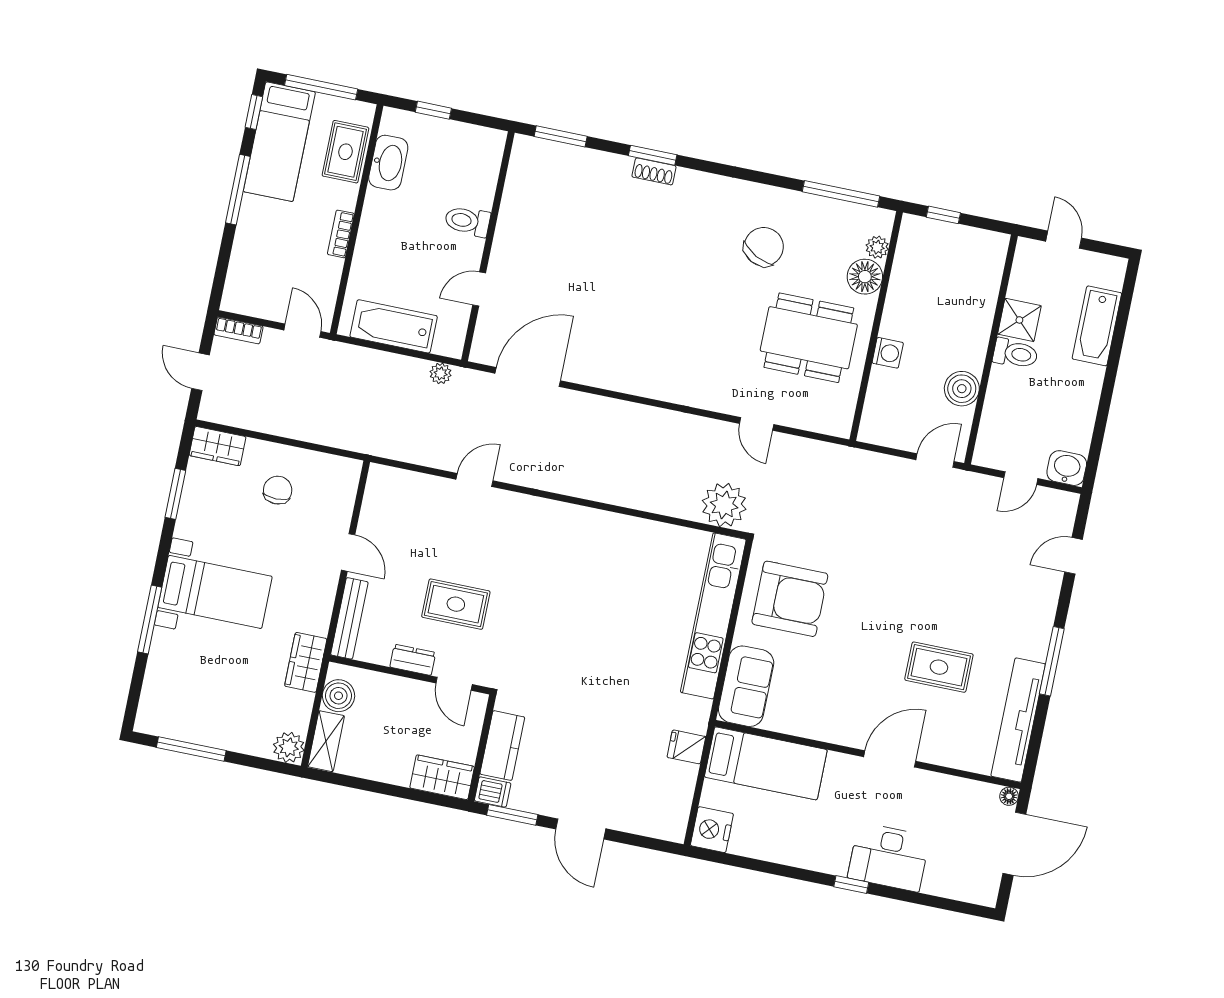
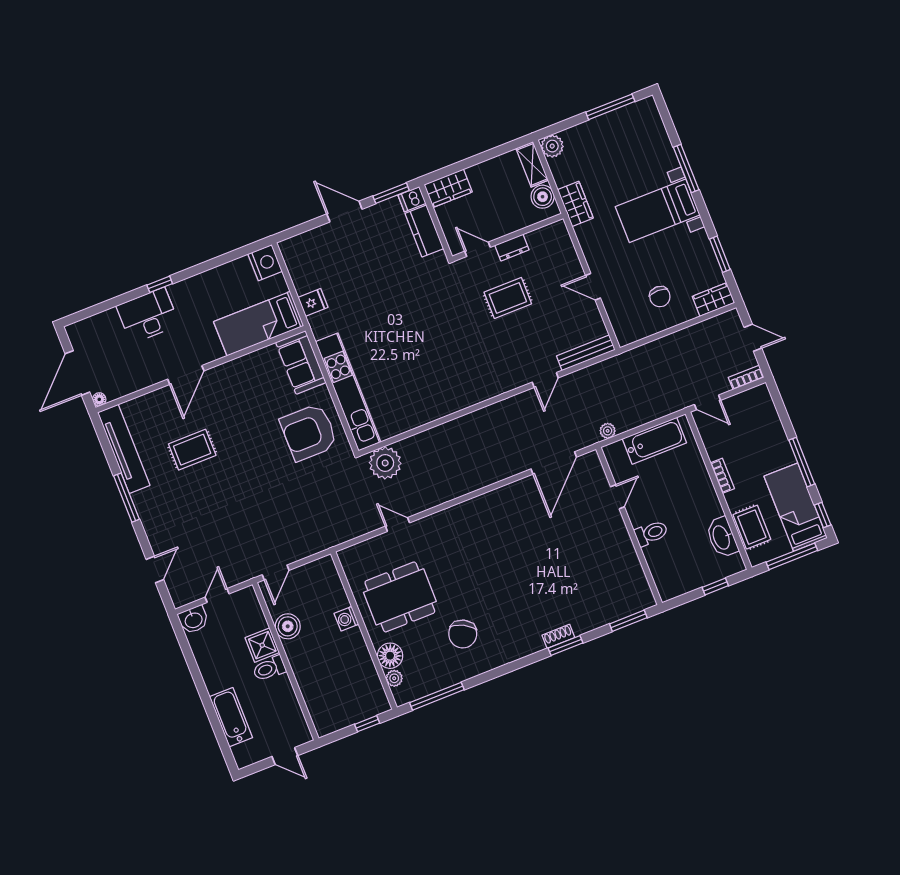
shower: (1019, 320) -> (262, 645), moved
bench: (349, 618) -> (586, 353), moved, turned 90

